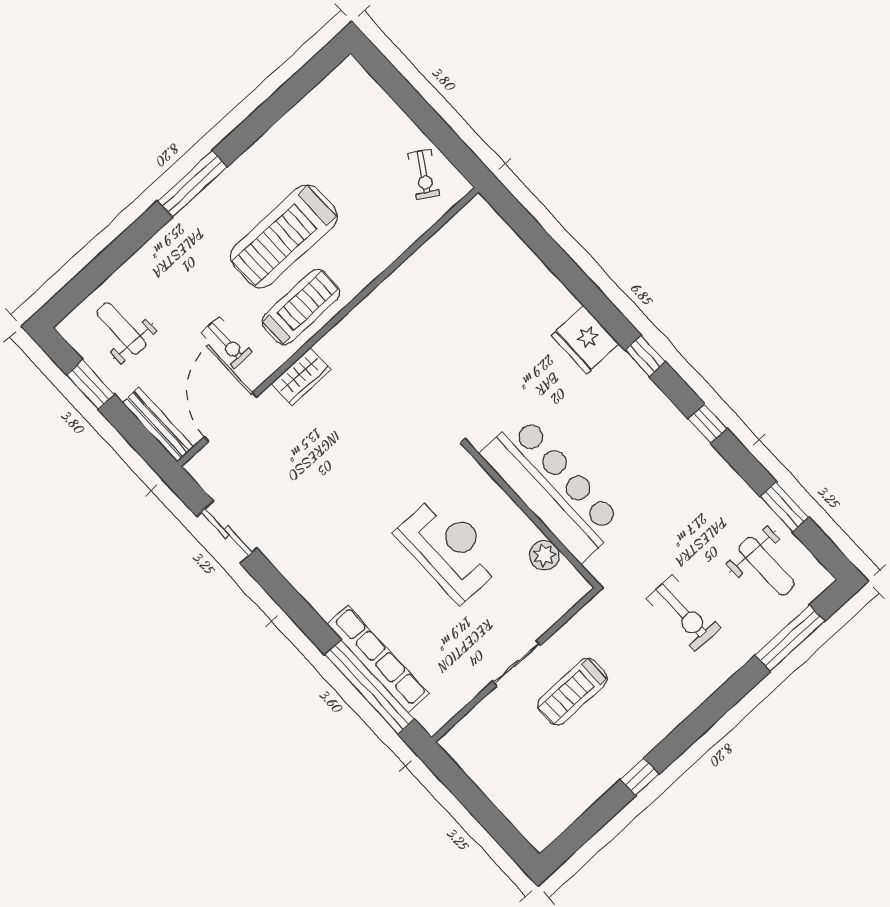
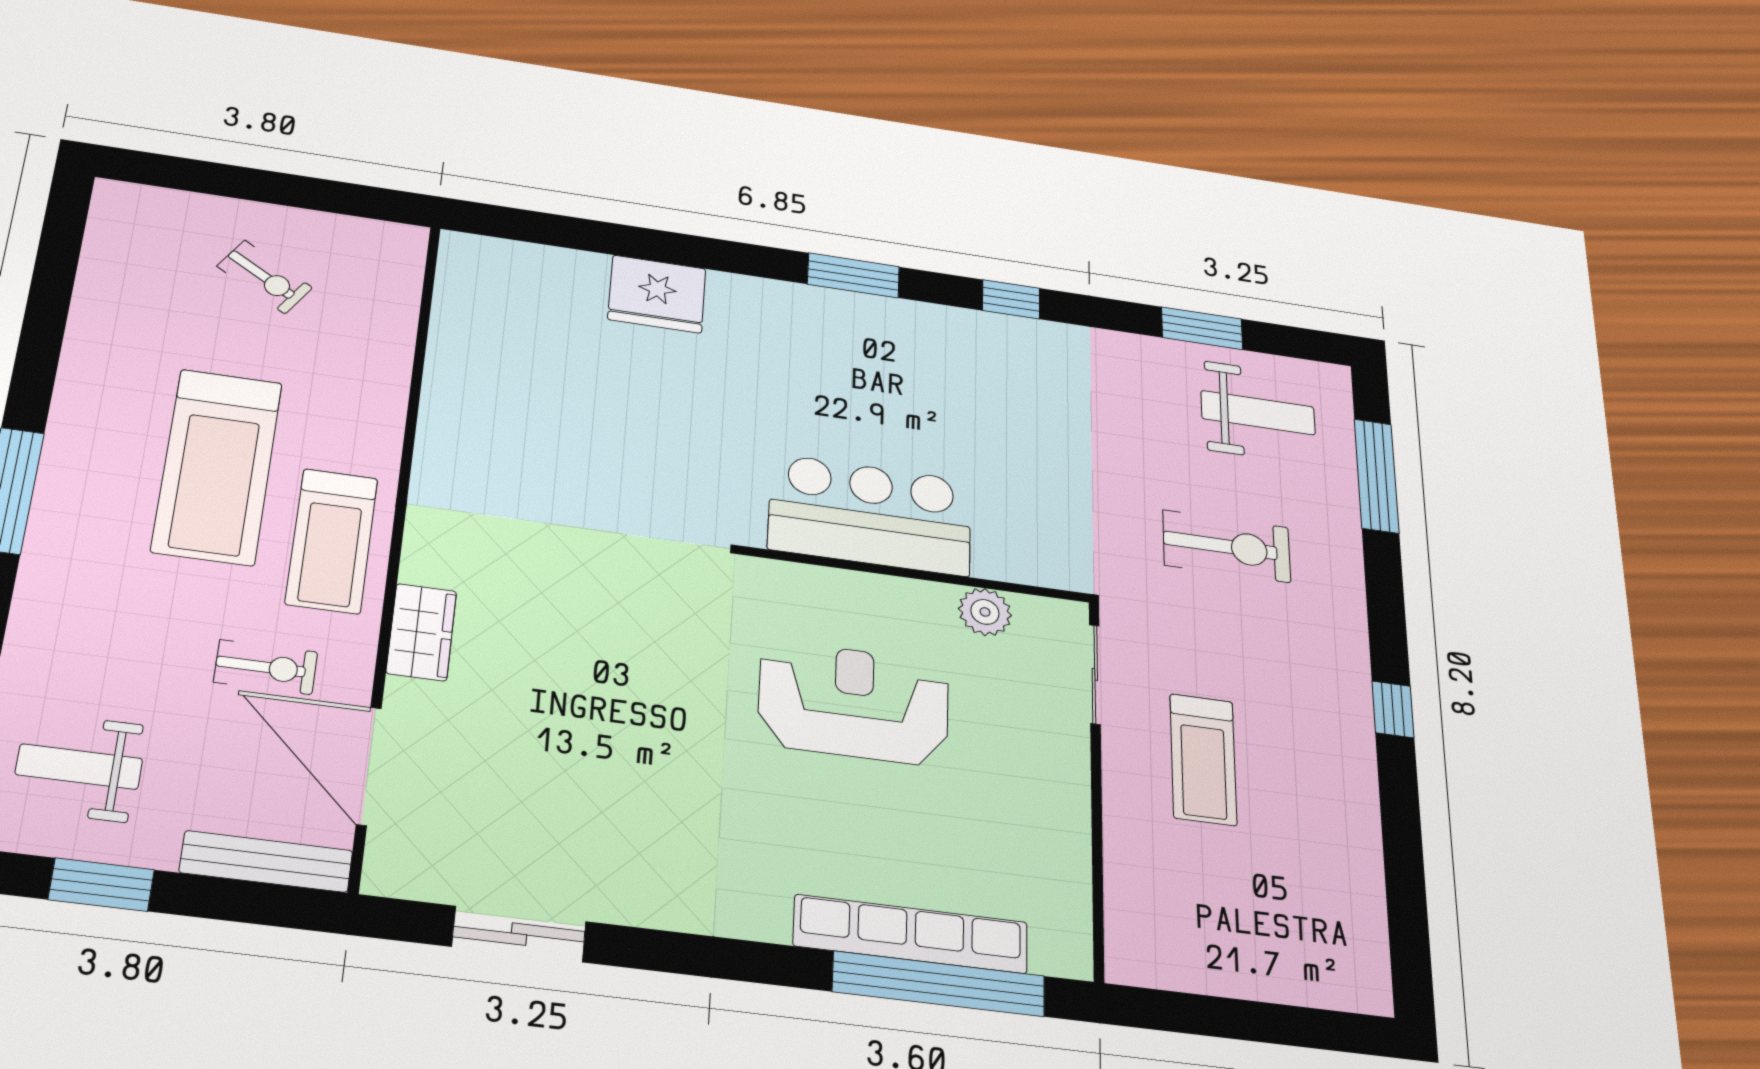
exercise bike: (424, 174) -> (265, 277), moved
treadmill: (301, 307) -> (332, 541), turned 180
fridge: (585, 340) -> (657, 294), moved
window: (645, 356) -> (853, 275), width x1.50
bar counter: (552, 488) -> (870, 515), width x0.73
sliding door: (517, 663) -> (1095, 674), moved
window: (640, 777) -> (1393, 709), moved

